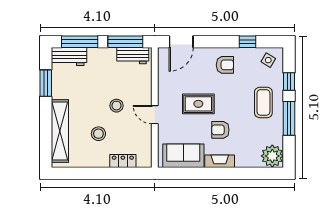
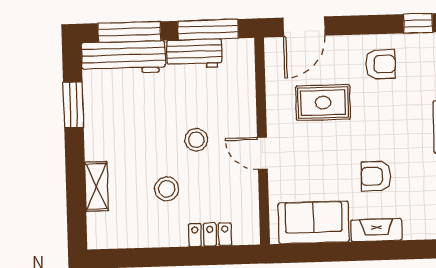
workbench: (69, 56) -> (123, 57), width x1.38
workbench: (133, 56) -> (194, 54), moved
rug: (198, 104) -> (323, 103), moved
shelving: (60, 131) -> (97, 186), width x0.45, depth x0.75

